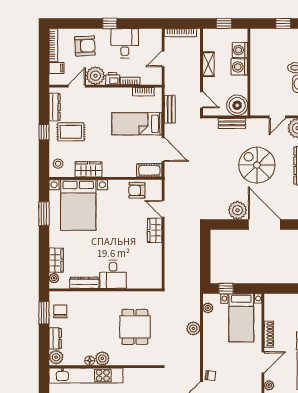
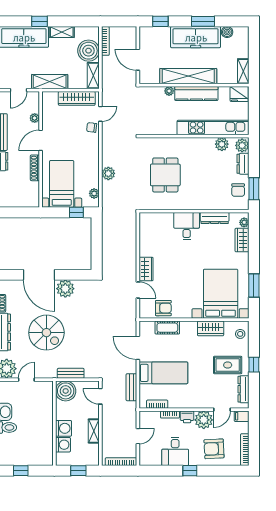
filing cabinet: (57, 68) -> (242, 416), moved
cot: (149, 170) -> (167, 328), moved
plant: (102, 358) -> (222, 144), moved
floor lamp: (90, 361) -> (209, 142), removed

